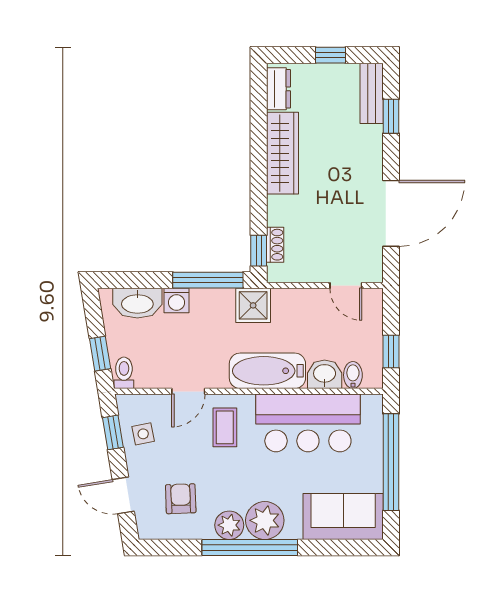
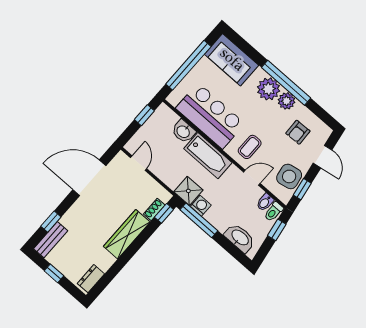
wardrobe: (282, 153) -> (127, 234), moved
washing machine: (177, 300) -> (201, 206), moved
bidet: (353, 375) -> (265, 202), moved
side table: (143, 434) -> (289, 176), width x1.87, depth x1.87

